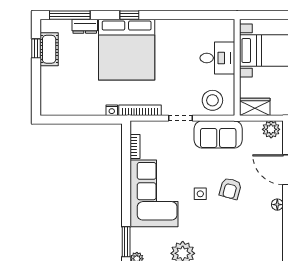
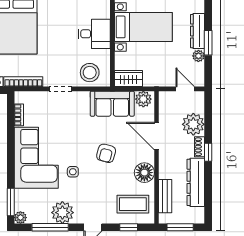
sofa: (218, 134) -> (112, 104), moved
side table: (200, 194) -> (73, 172), moved
floor lamp: (277, 205) -> (144, 173), width x1.89, depth x1.89
coffee table: (260, 244) -> (133, 204), added

